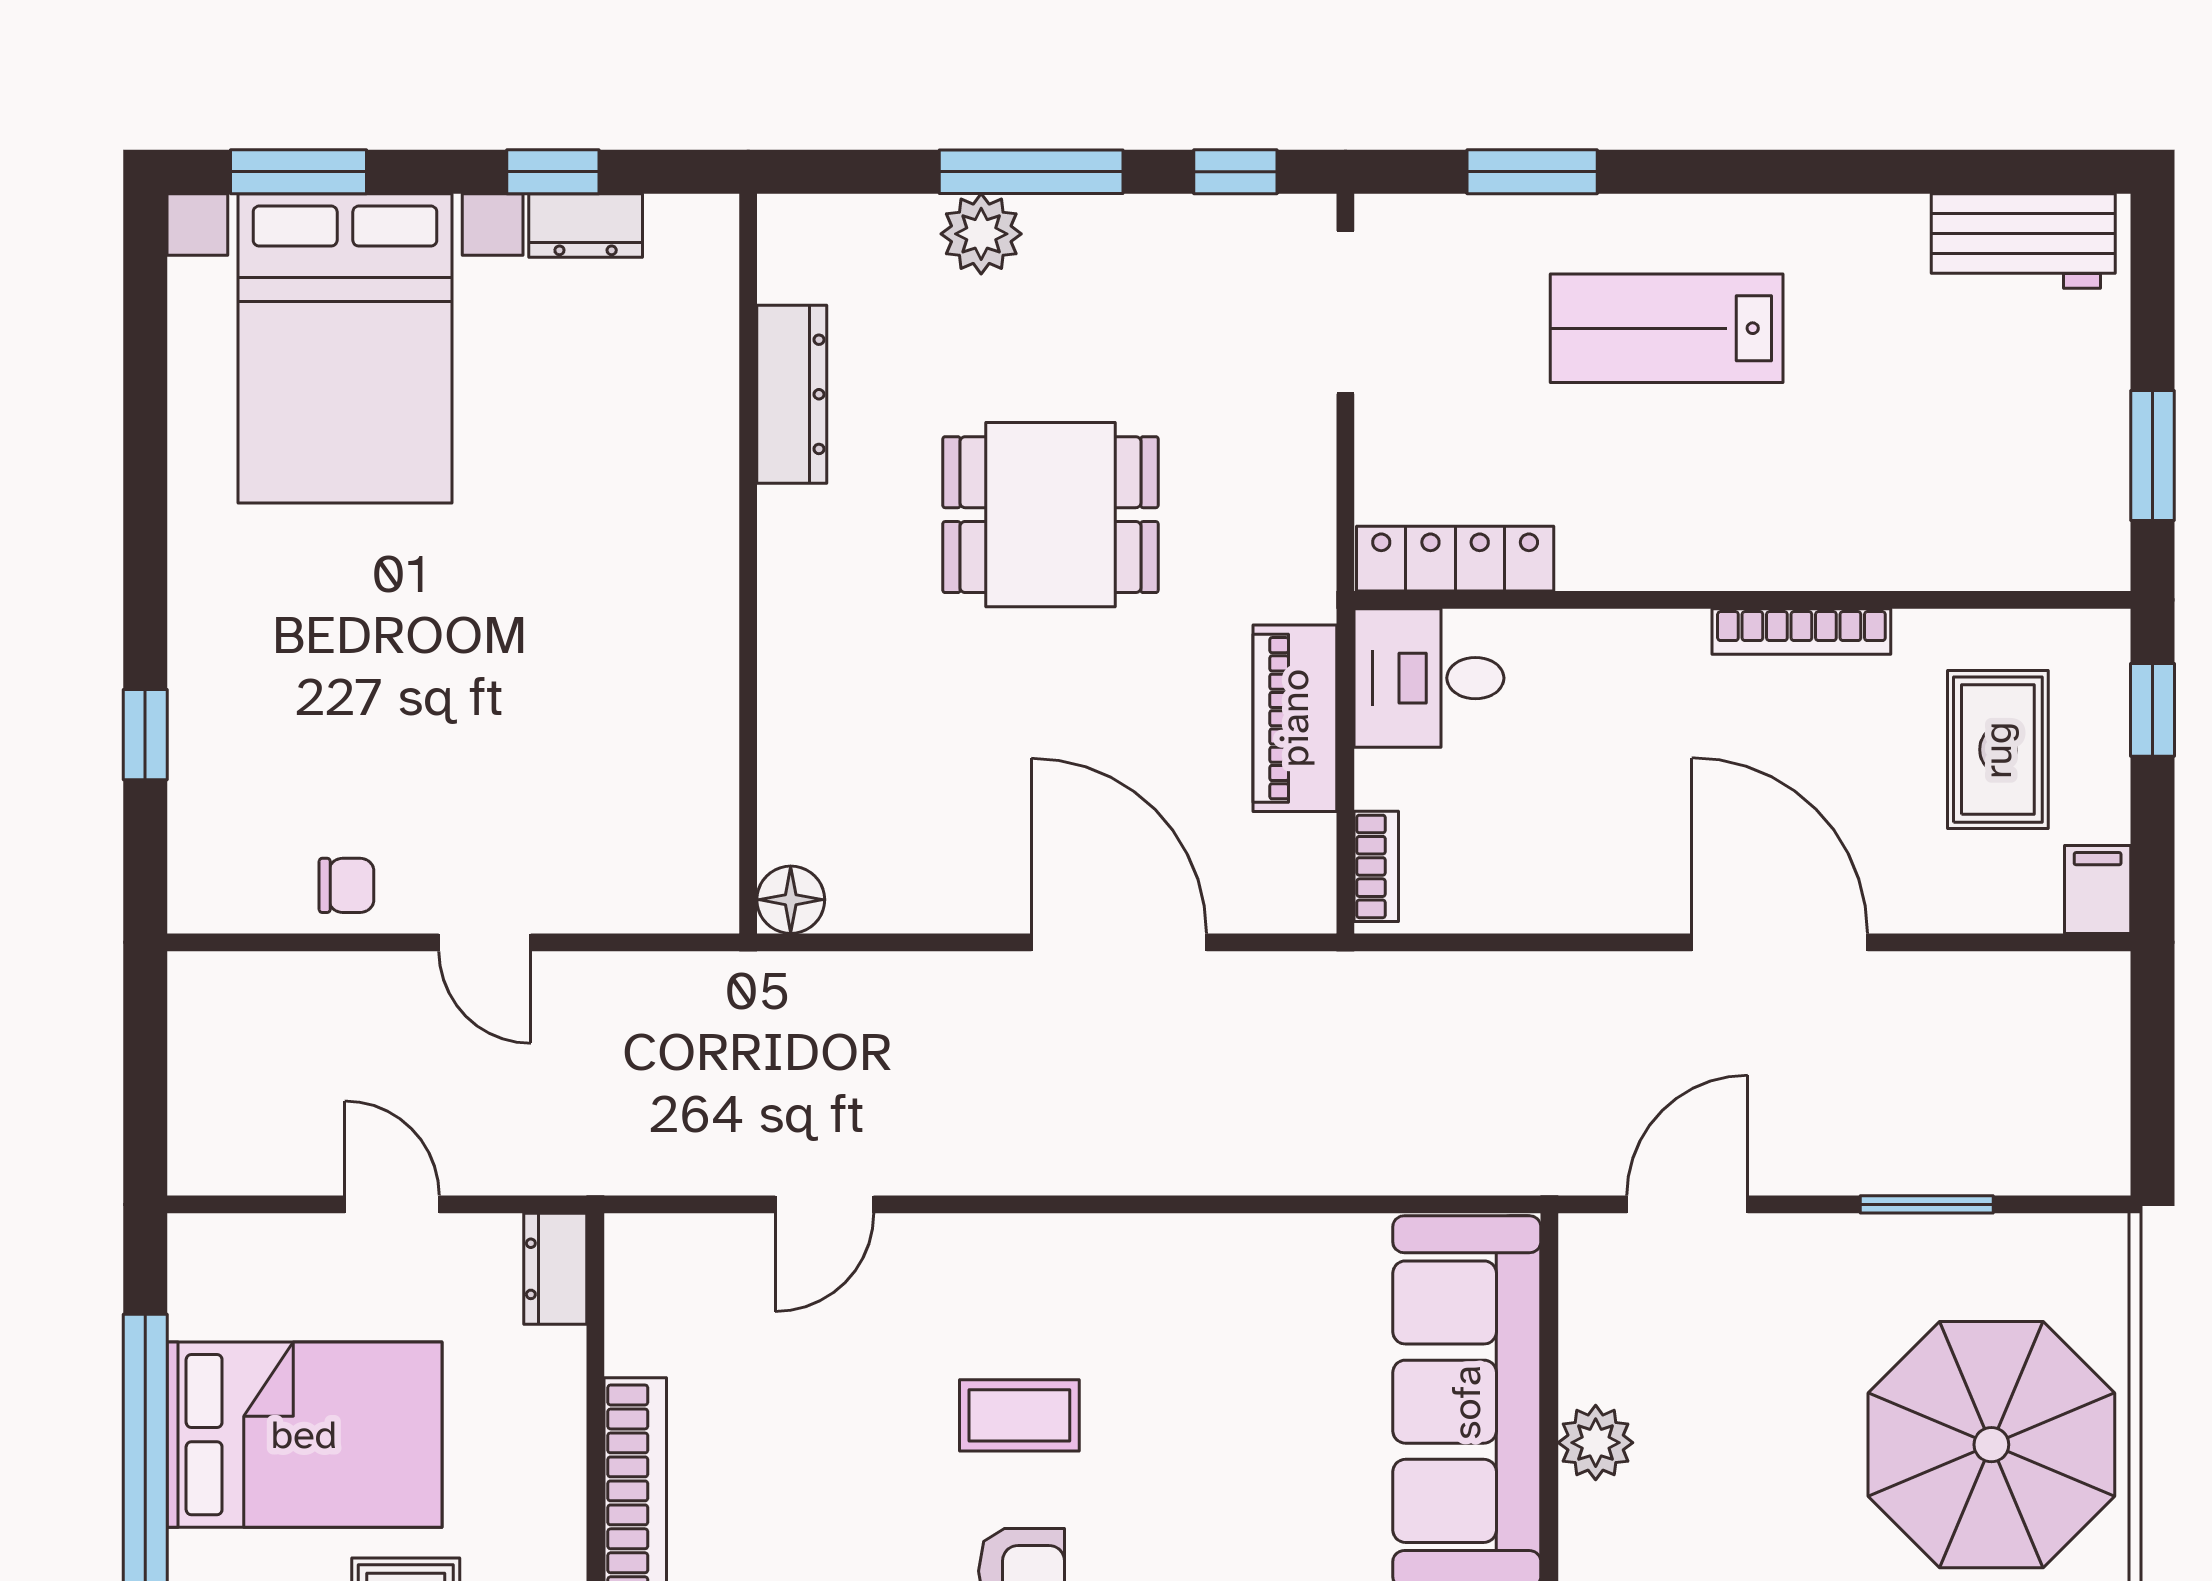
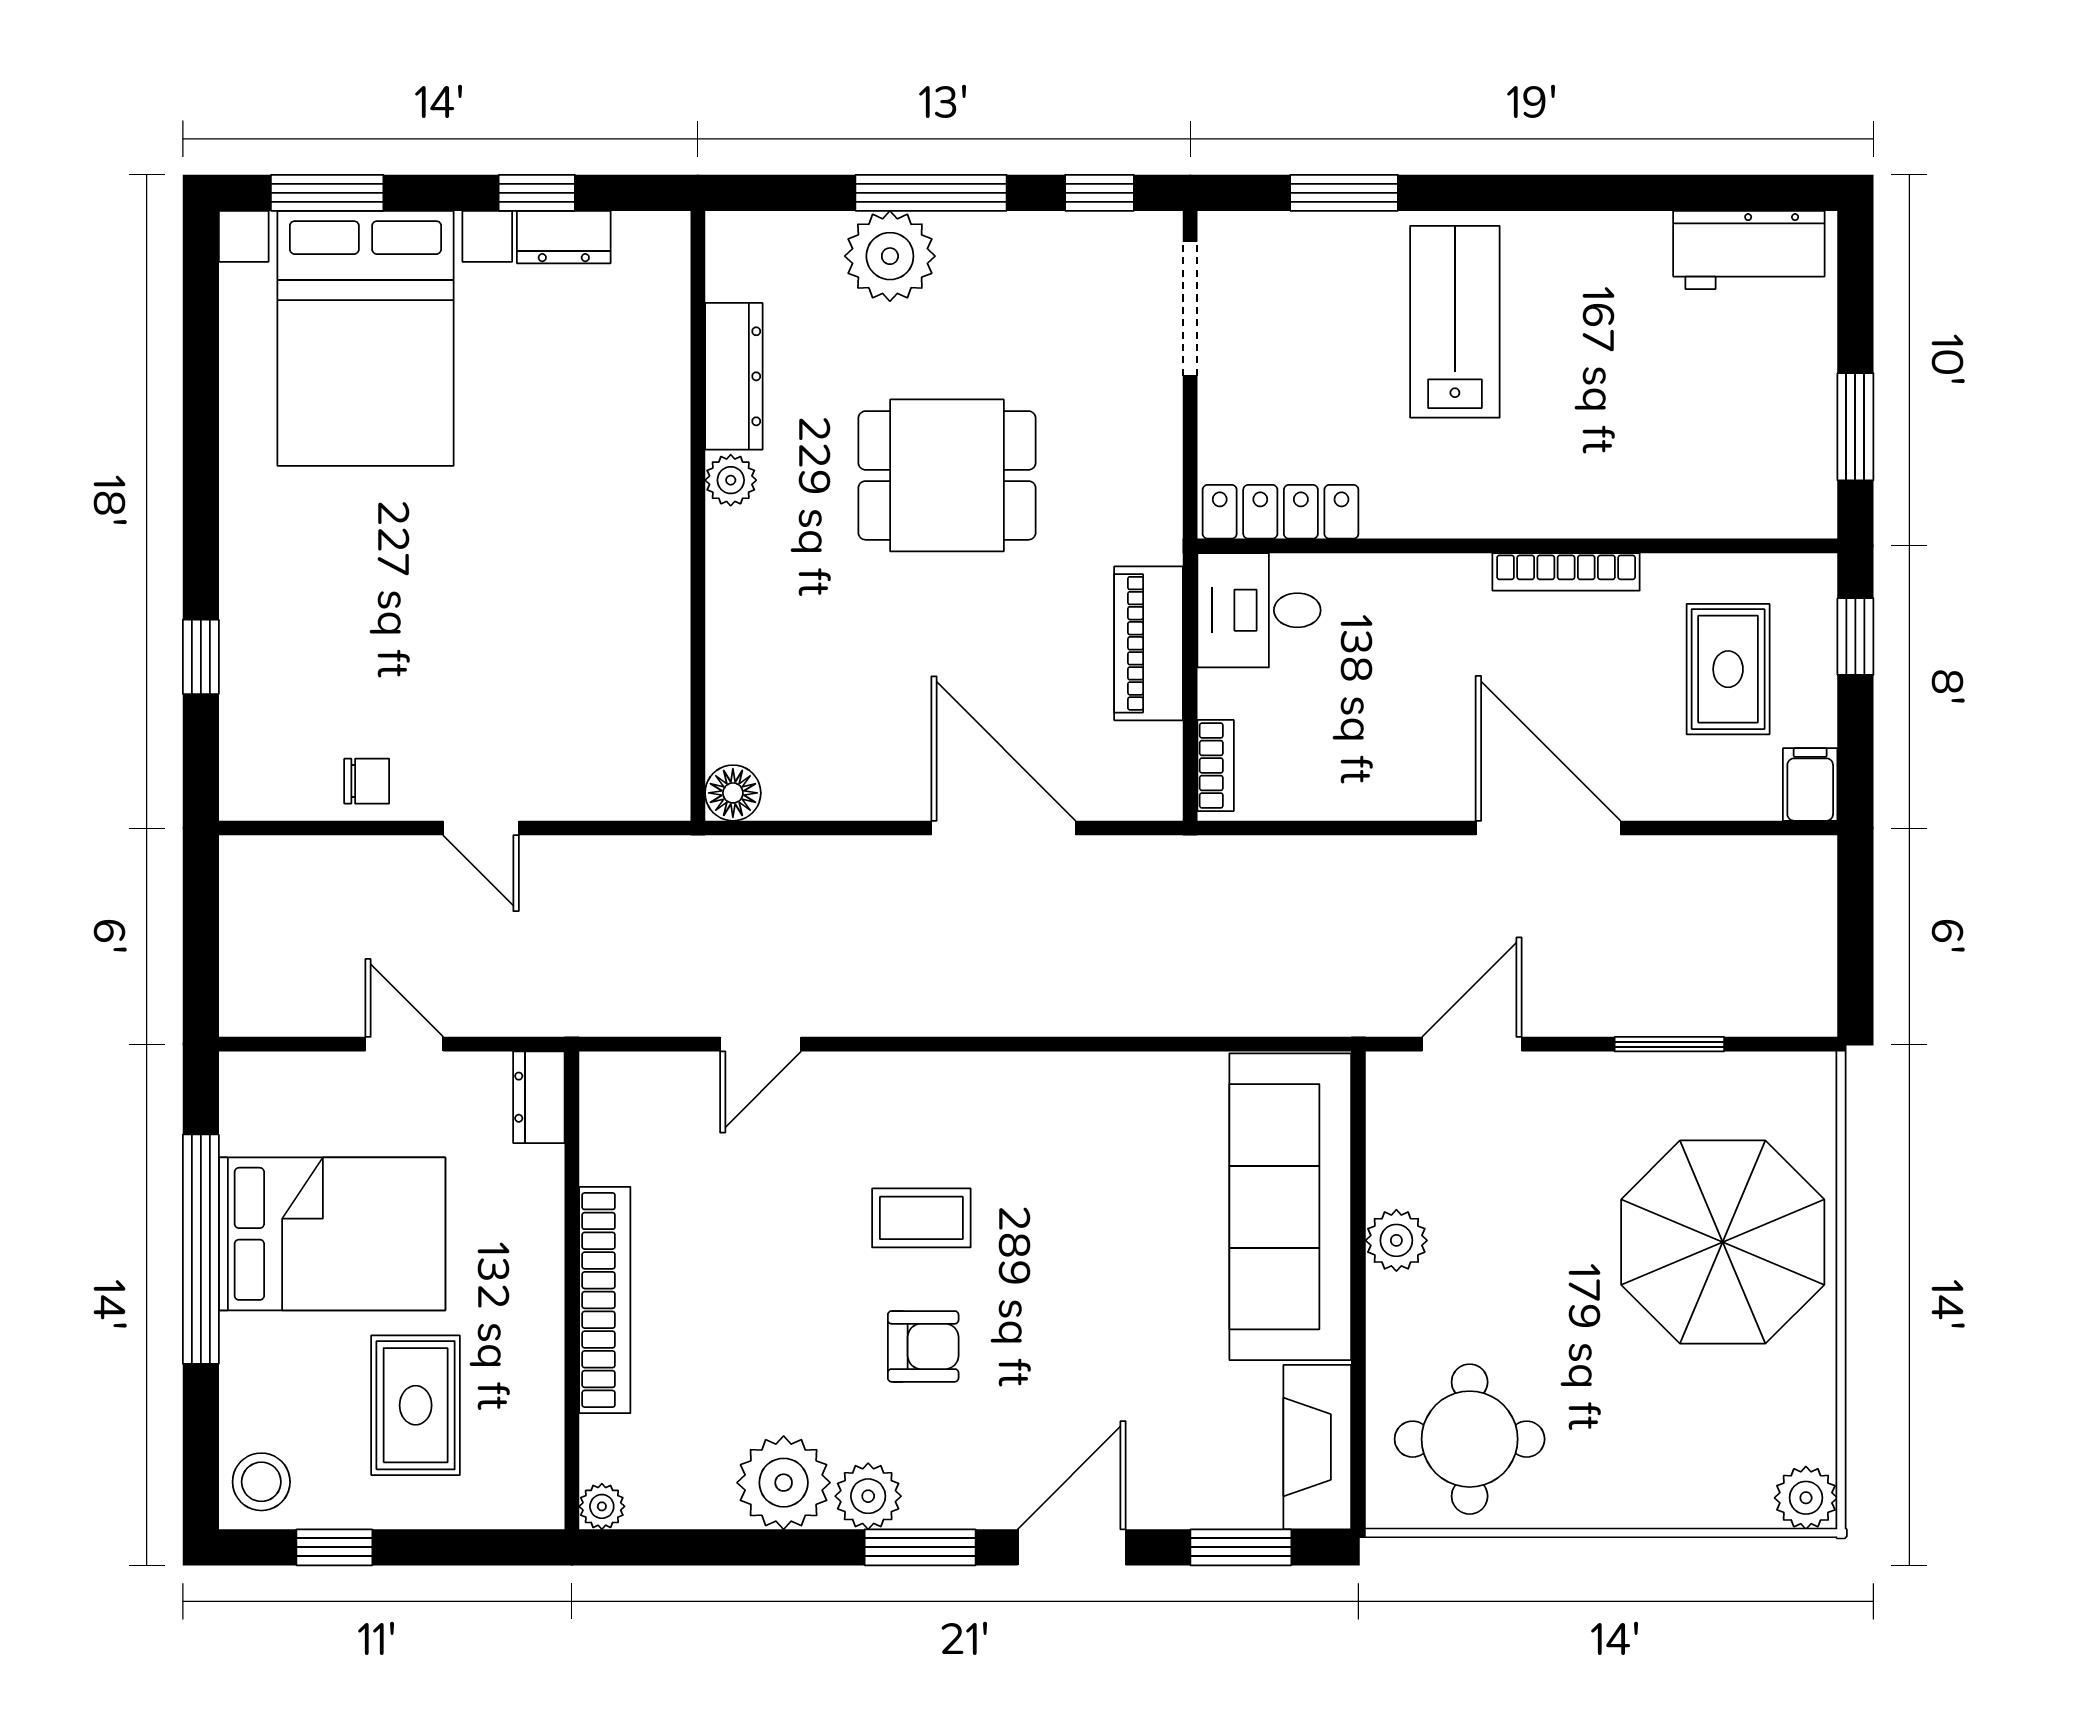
plant: (981, 234) -> (890, 256), width x1.36, depth x1.36
lab bench: (1667, 328) -> (1455, 322), turned 90
plant: (788, 520) -> (731, 480), added

